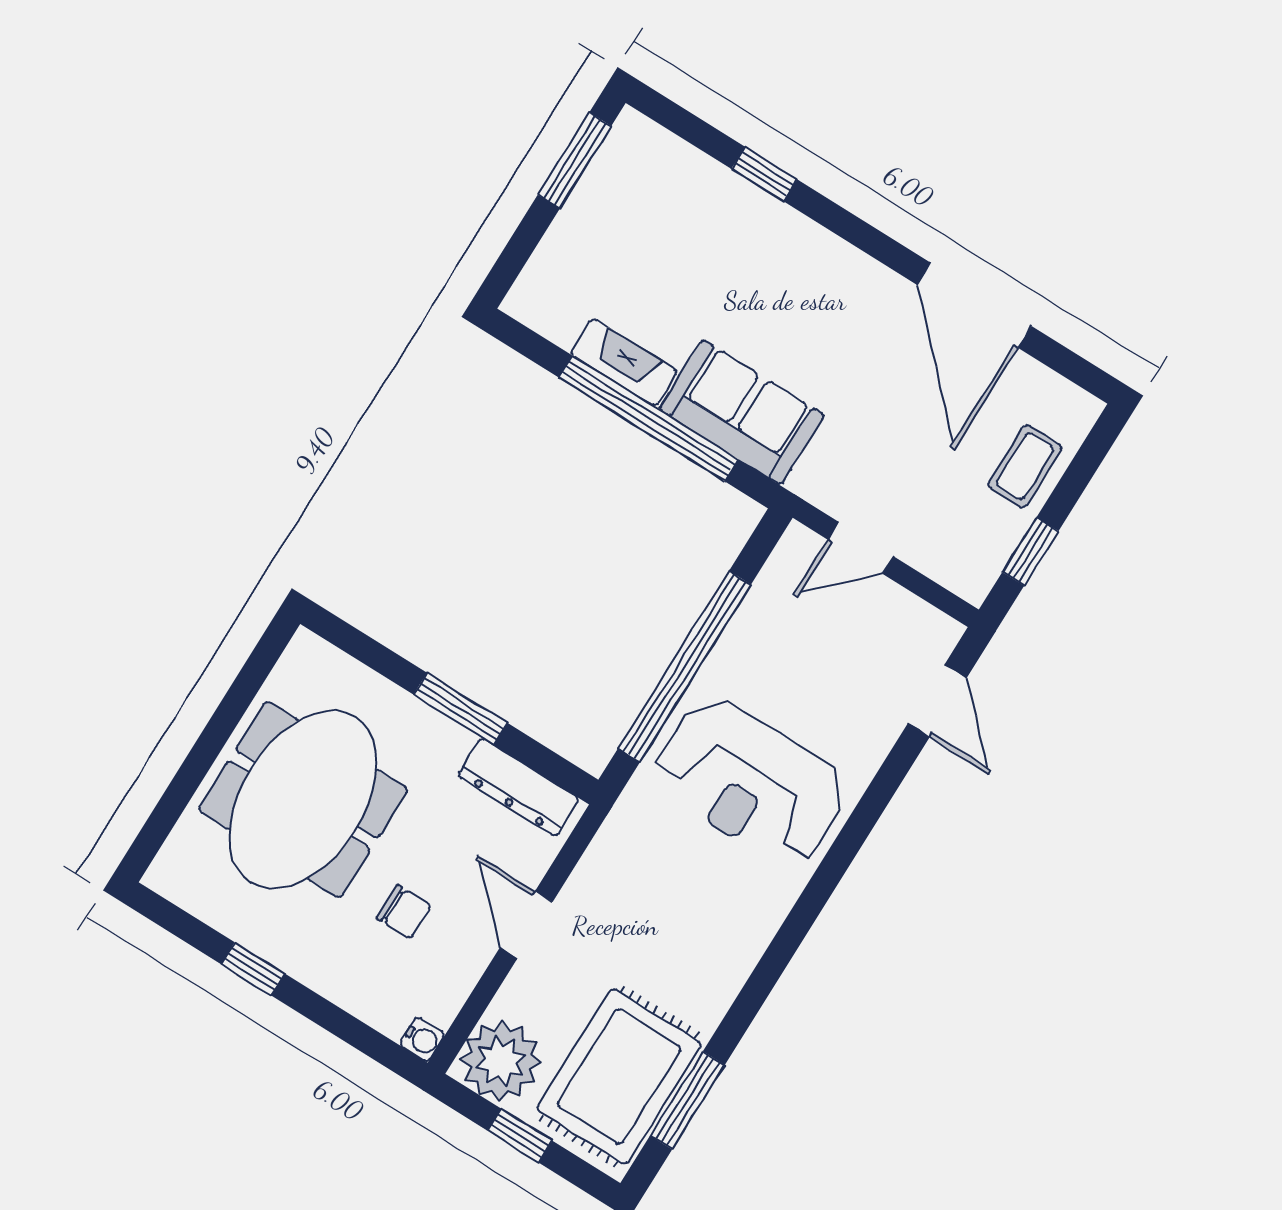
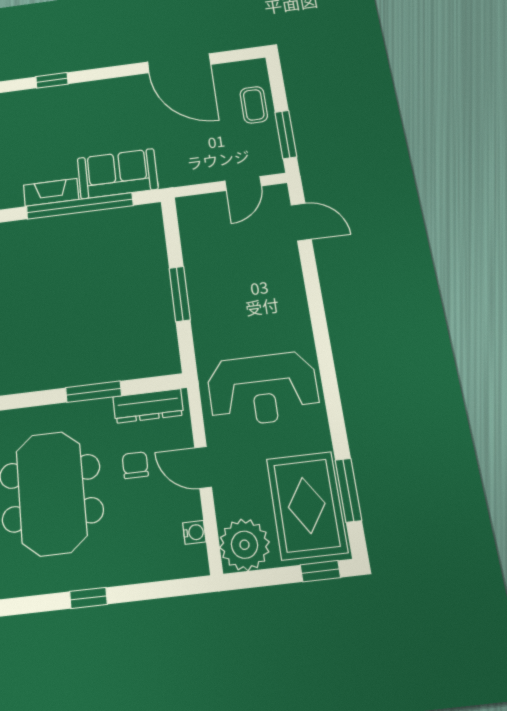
door: (861, 548) -> (243, 183), moved
window: (1030, 552) -> (286, 134), width x1.50
window: (684, 666) -> (180, 294), width x0.47
reception desk: (750, 782) -> (263, 389), moved
chair: (404, 912) -> (135, 465), moved, turned -90
water cooler: (422, 1039) -> (194, 532), moved
window: (520, 1136) -> (320, 571), moved

